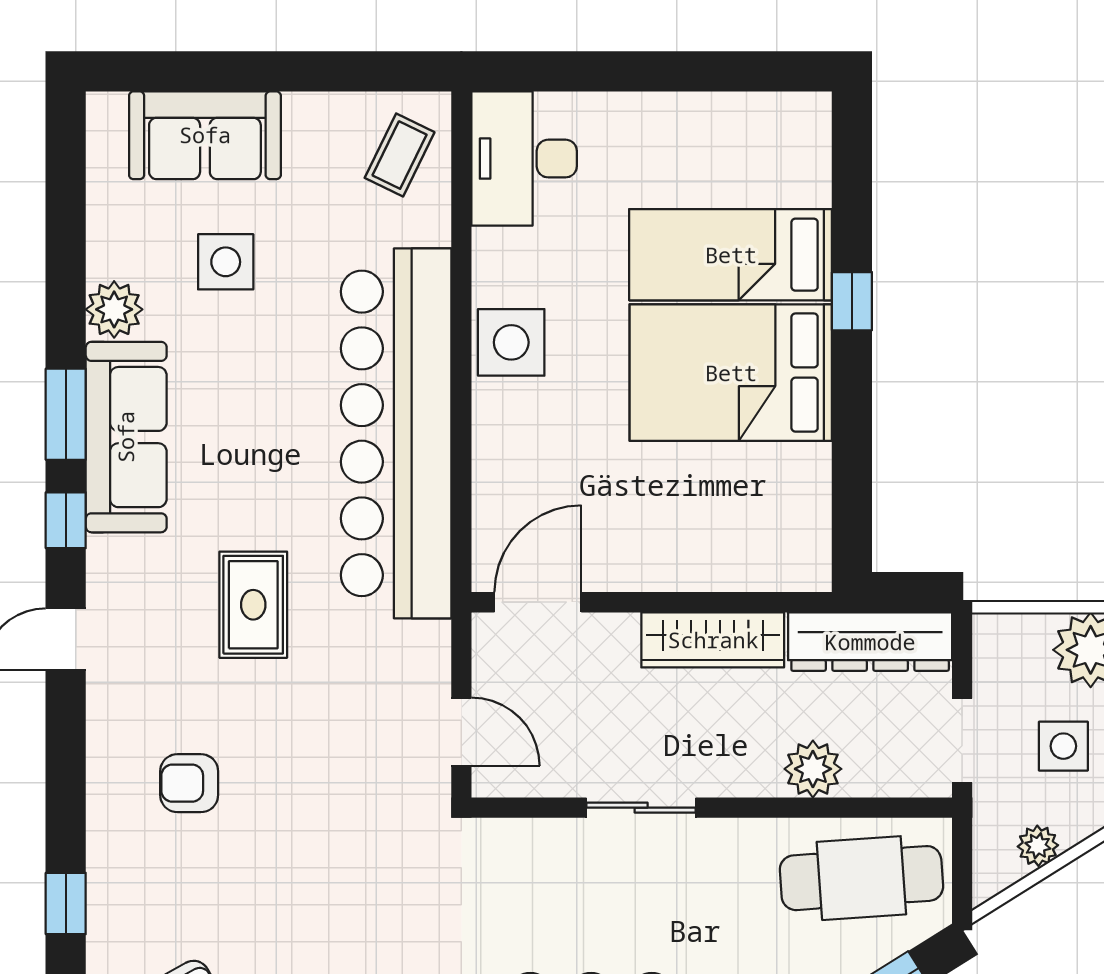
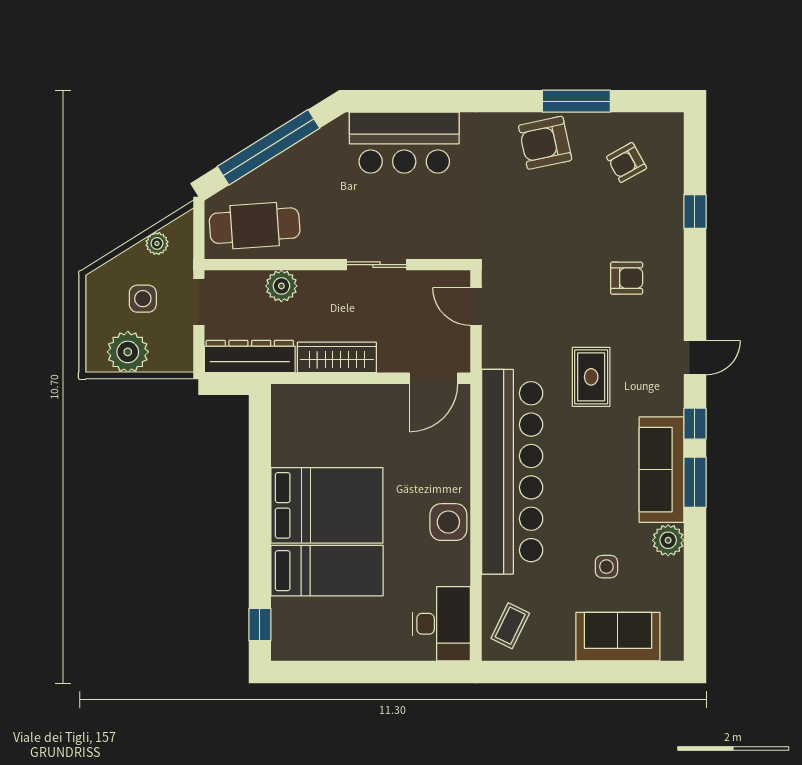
side table: (226, 262) -> (606, 567), width x0.73, depth x0.73
window: (852, 301) -> (260, 625), moved

